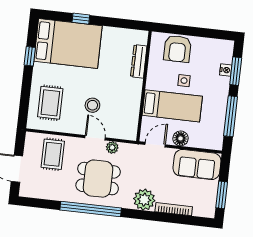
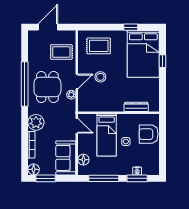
floor lamp: (180, 138) -> (83, 160), moved
floor lamp: (208, 210) -> (34, 169), added

